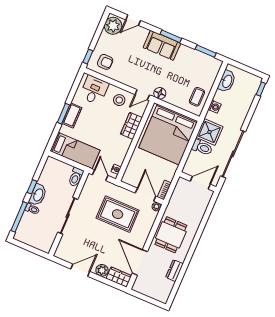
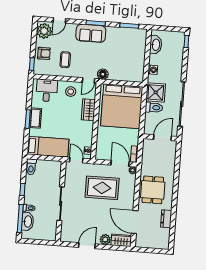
armchair: (105, 62) -> (44, 53), moved
coffee table: (197, 97) -> (65, 60), moved
toilet: (76, 177) -> (31, 167), moved
washbasin: (38, 195) -> (28, 221), moved

